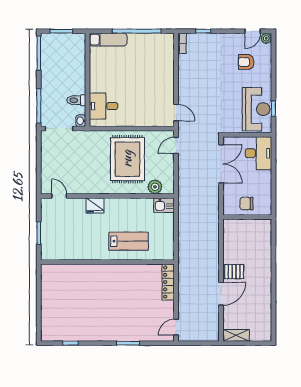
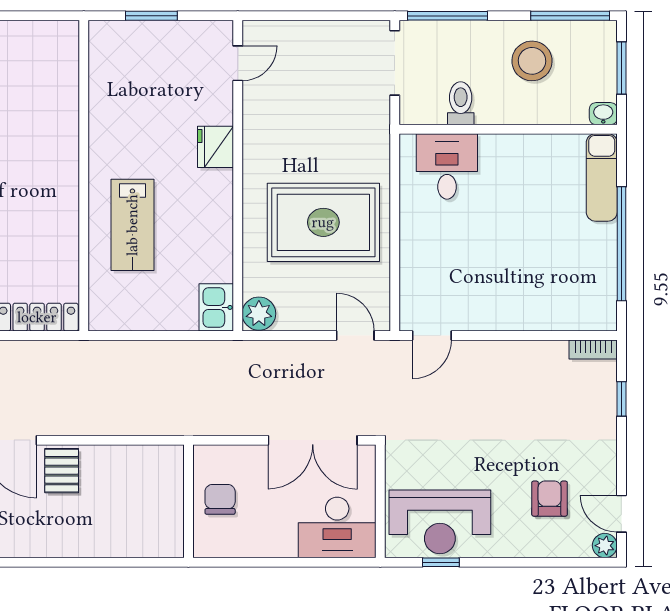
stool: (58, 70) -> (532, 61), added
washbasin: (81, 121) -> (603, 114), moved
plant: (155, 187) -> (259, 314), moved

